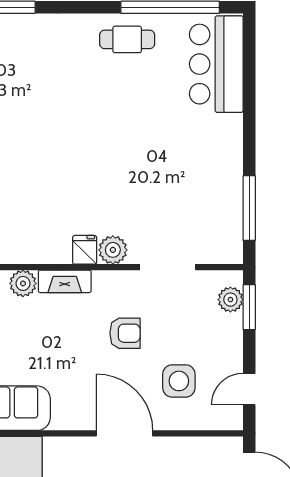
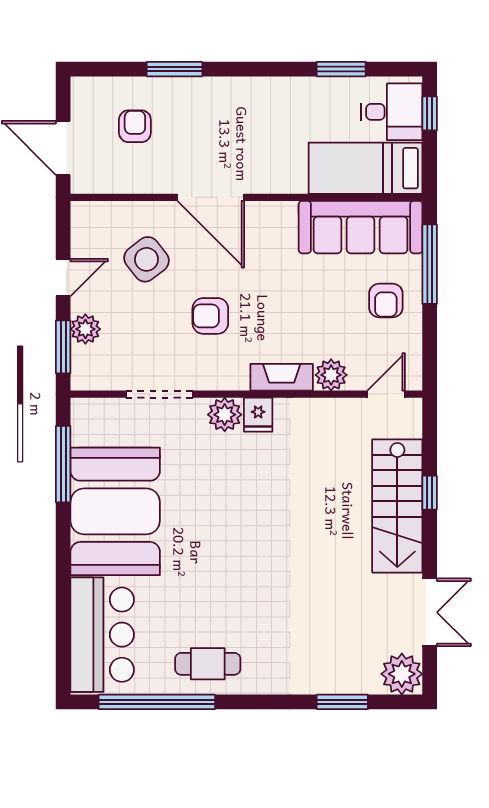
booth: (205, 168) -> (115, 511), added
plant: (230, 300) -> (85, 329), moved
side table: (179, 381) -> (146, 259), turned -38
door: (249, 389) -> (63, 278), moved

